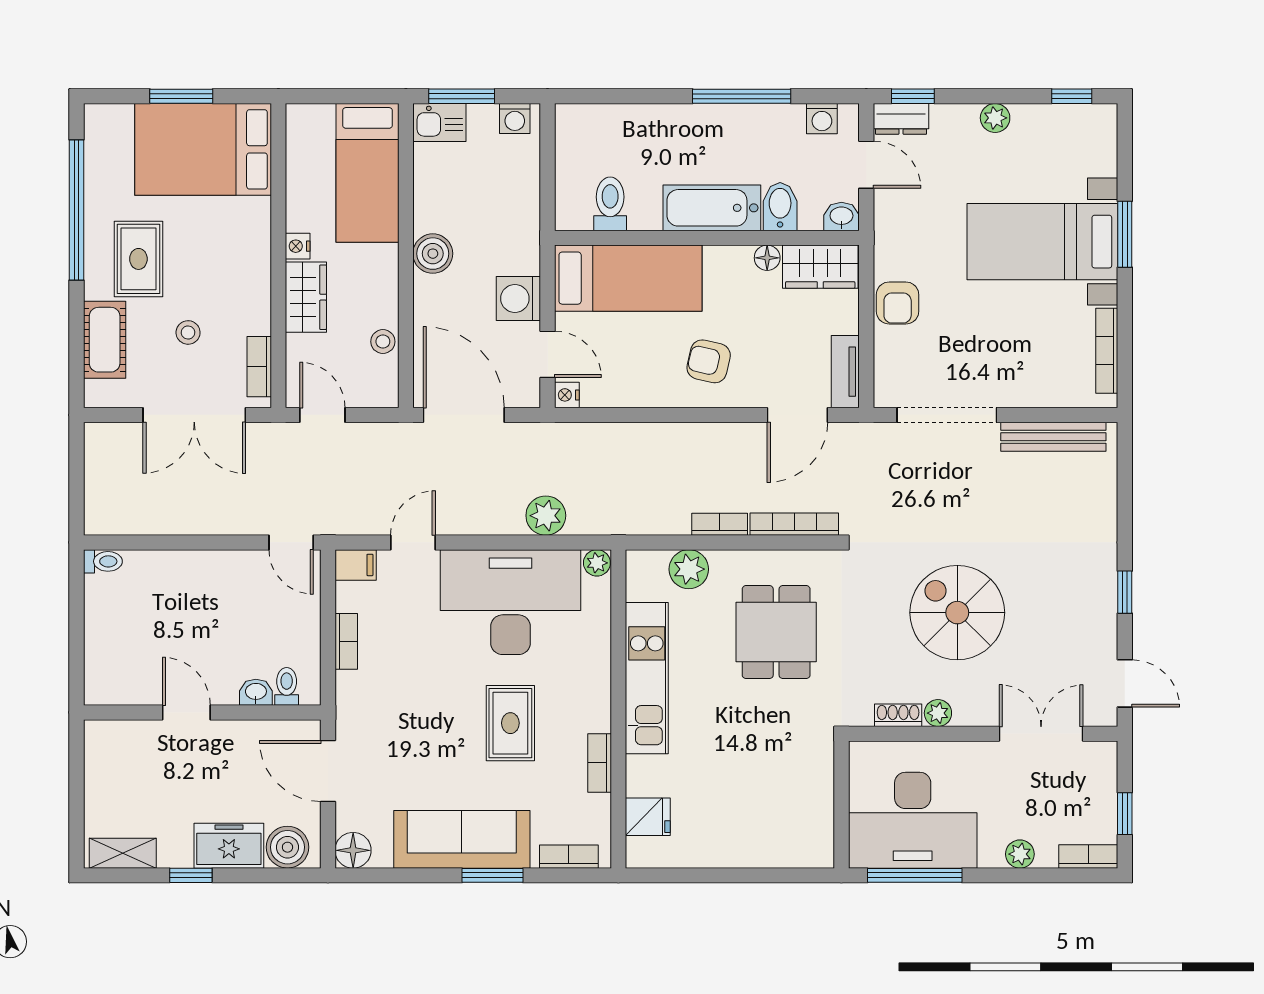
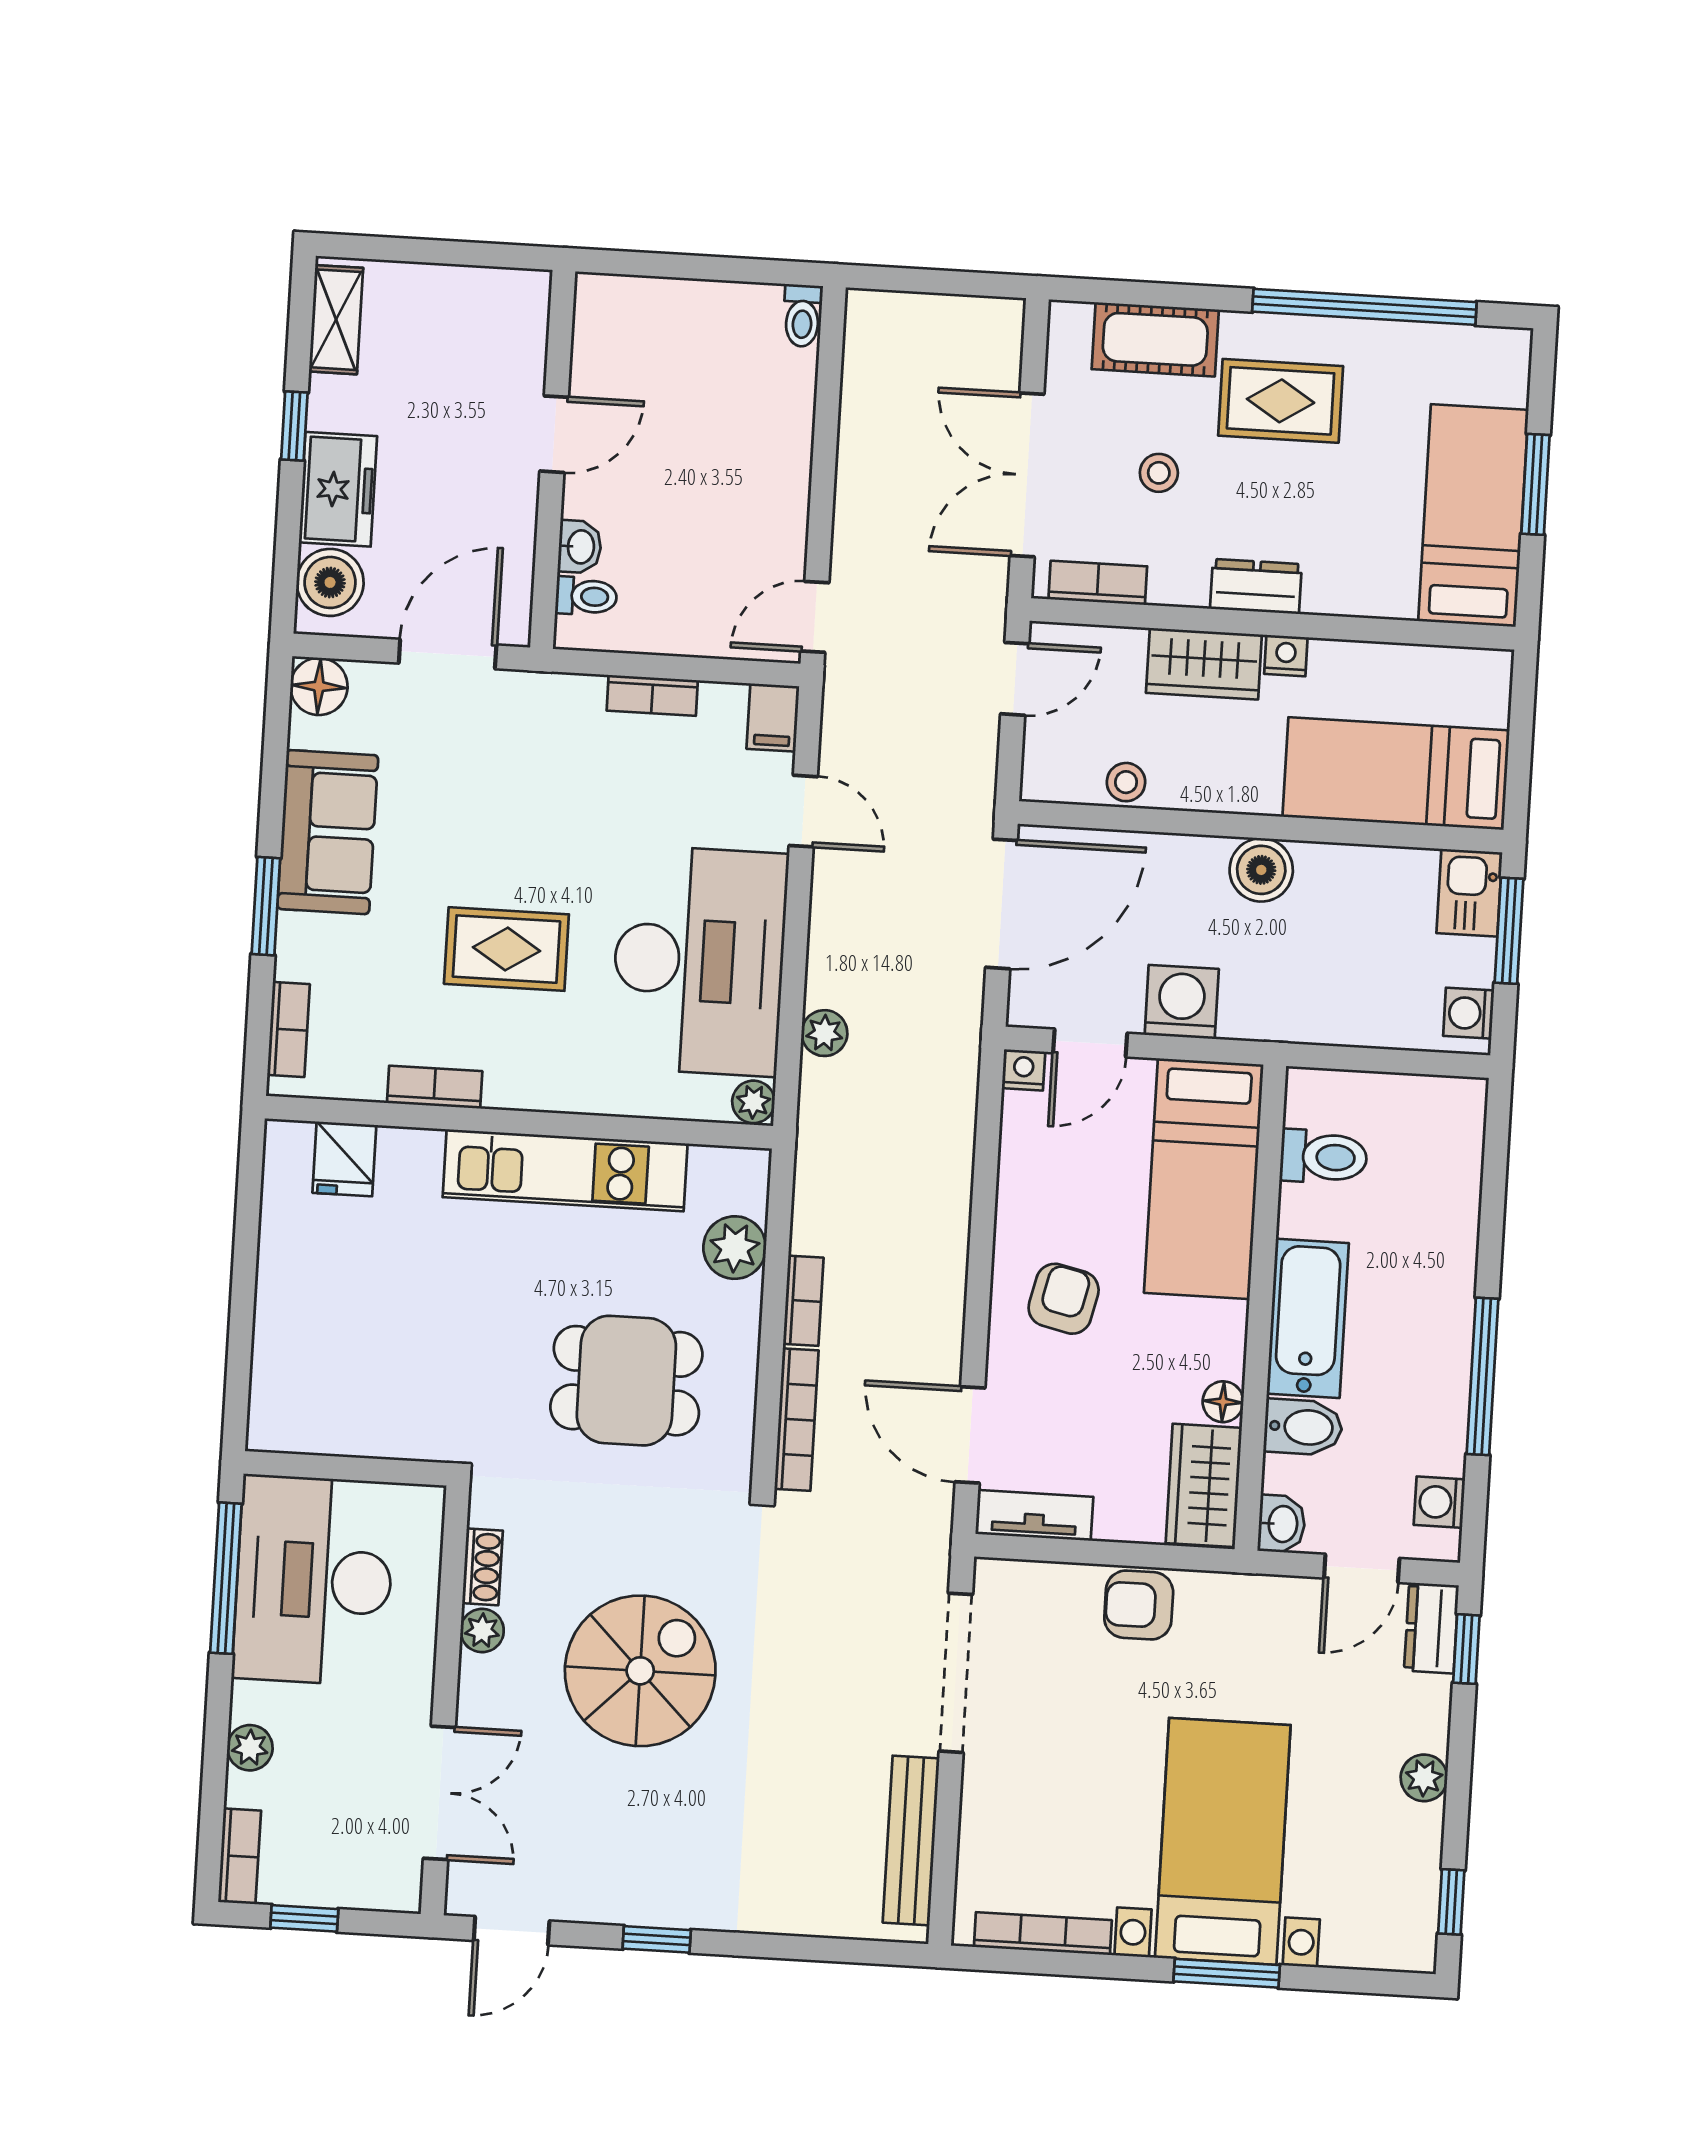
bed: (203, 149) -> (1473, 516), width x0.67
dresser: (256, 268) -> (1256, 586), added
plant: (546, 516) -> (824, 1033), width x0.73, depth x0.73
sofa: (462, 839) -> (328, 832), width x0.73

